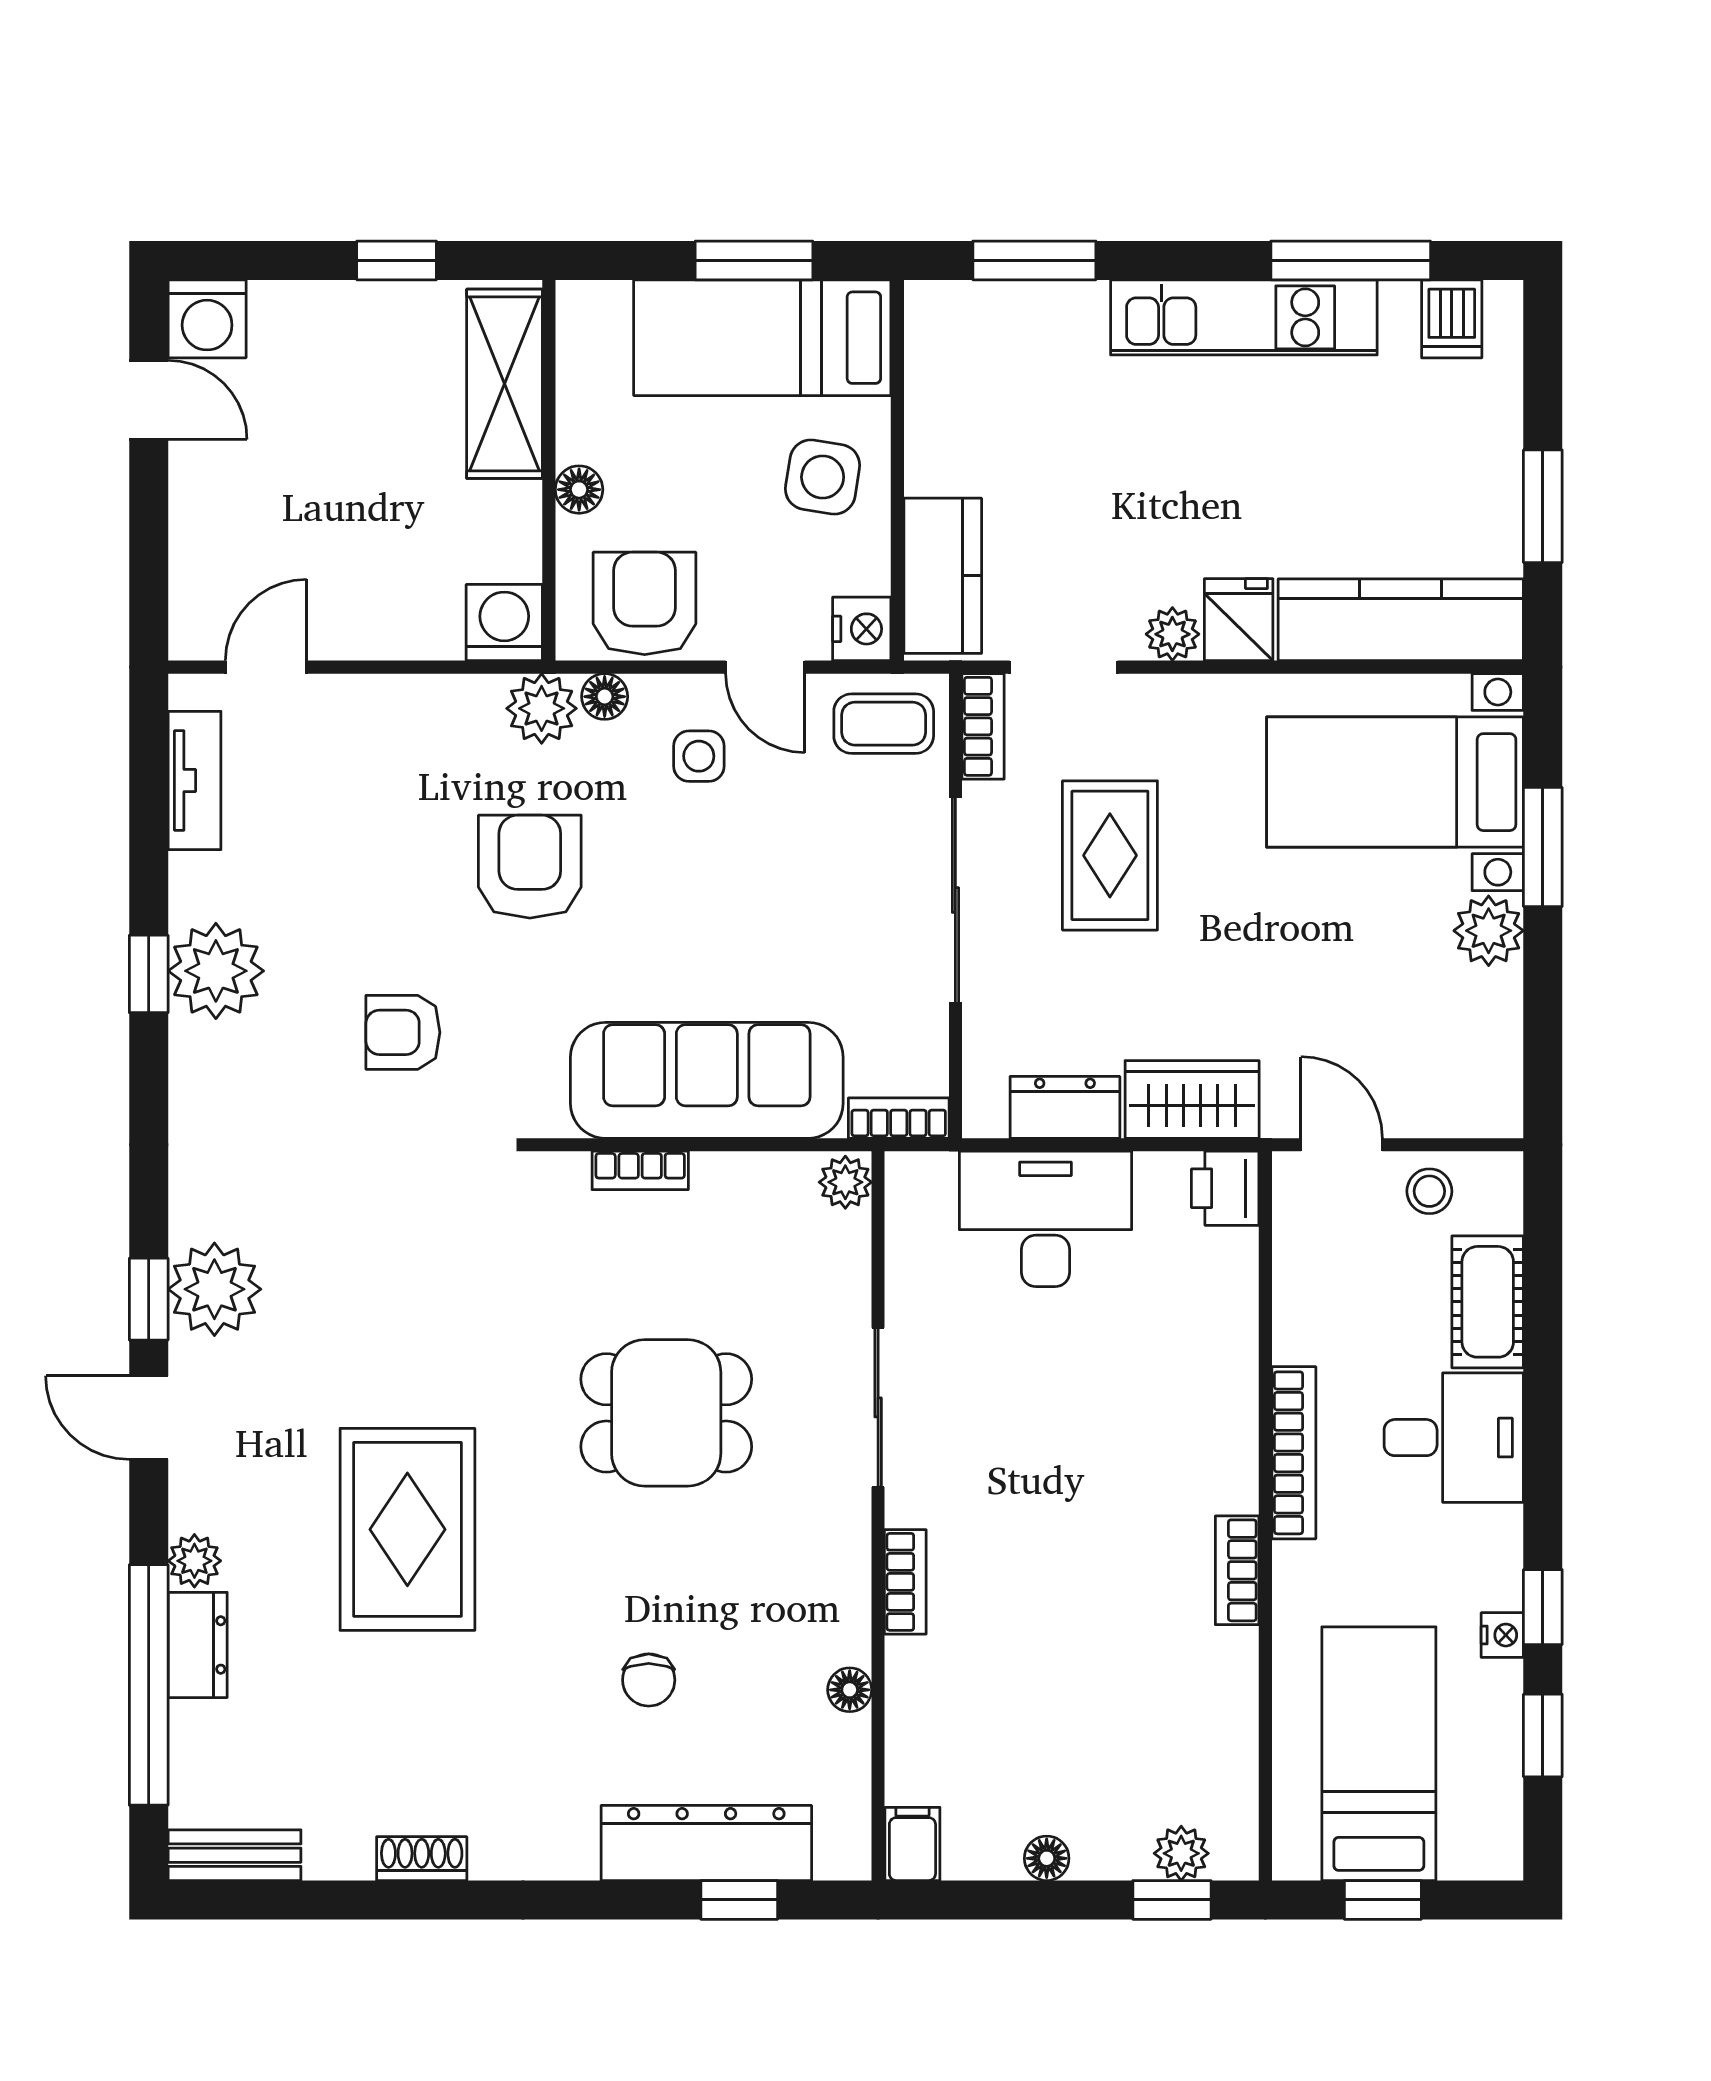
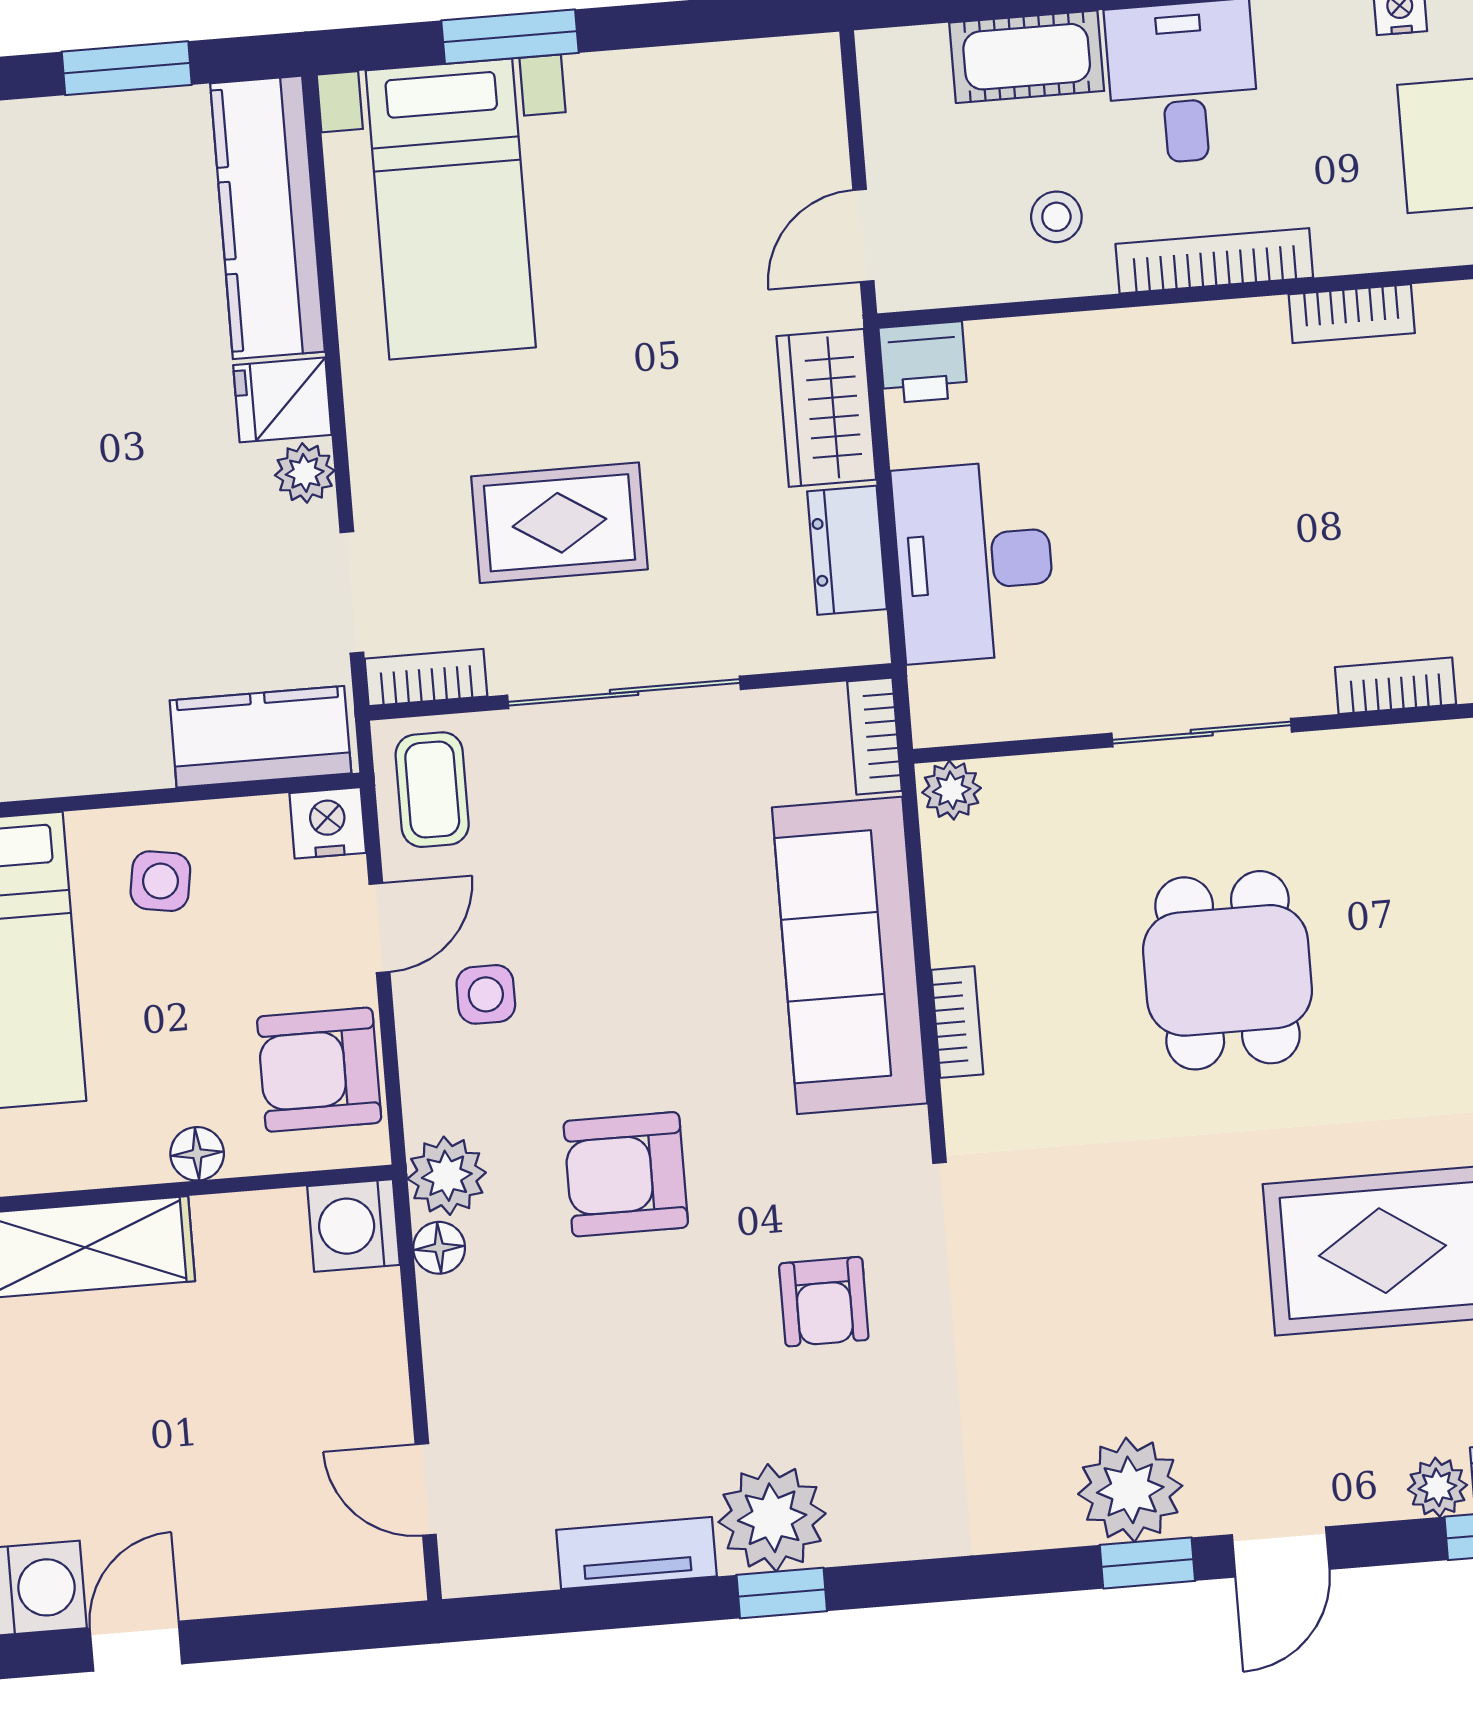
side table: (823, 477) -> (160, 881), width x0.73, depth x0.73
floor lamp: (605, 697) -> (439, 1248), moved
tv unit: (194, 781) -> (637, 1553), moved
plant: (1489, 931) -> (609, 90), removed
stool: (1429, 1191) -> (1056, 217), moved

